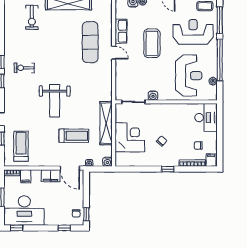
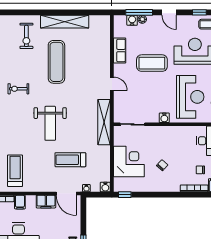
exercise mat: (90, 42) -> (56, 62), moved
coffee table: (152, 43) -> (152, 63), turned 90
door: (114, 53) -> (112, 84), moved
water cooler: (153, 96) -> (164, 118), moved
shelving: (106, 123) -> (104, 122), moved
treadmill: (74, 136) -> (70, 160), turned 180
window: (168, 169) -> (125, 195), moved

